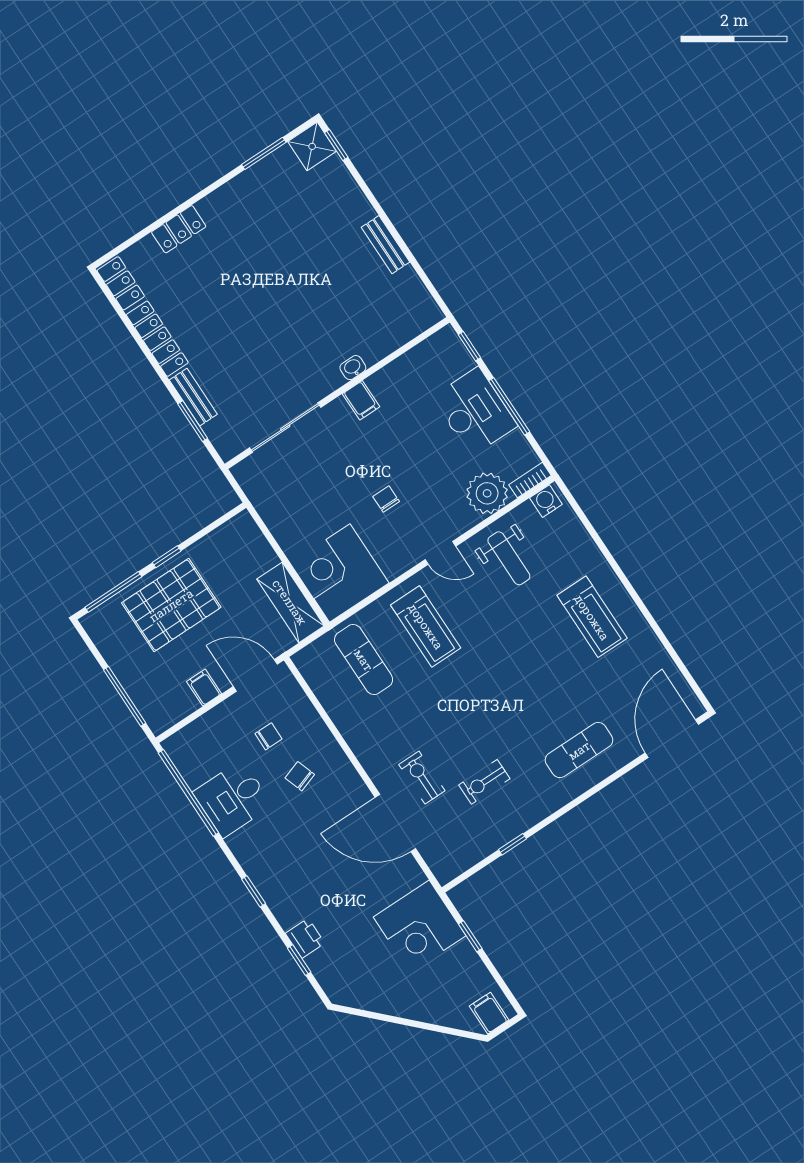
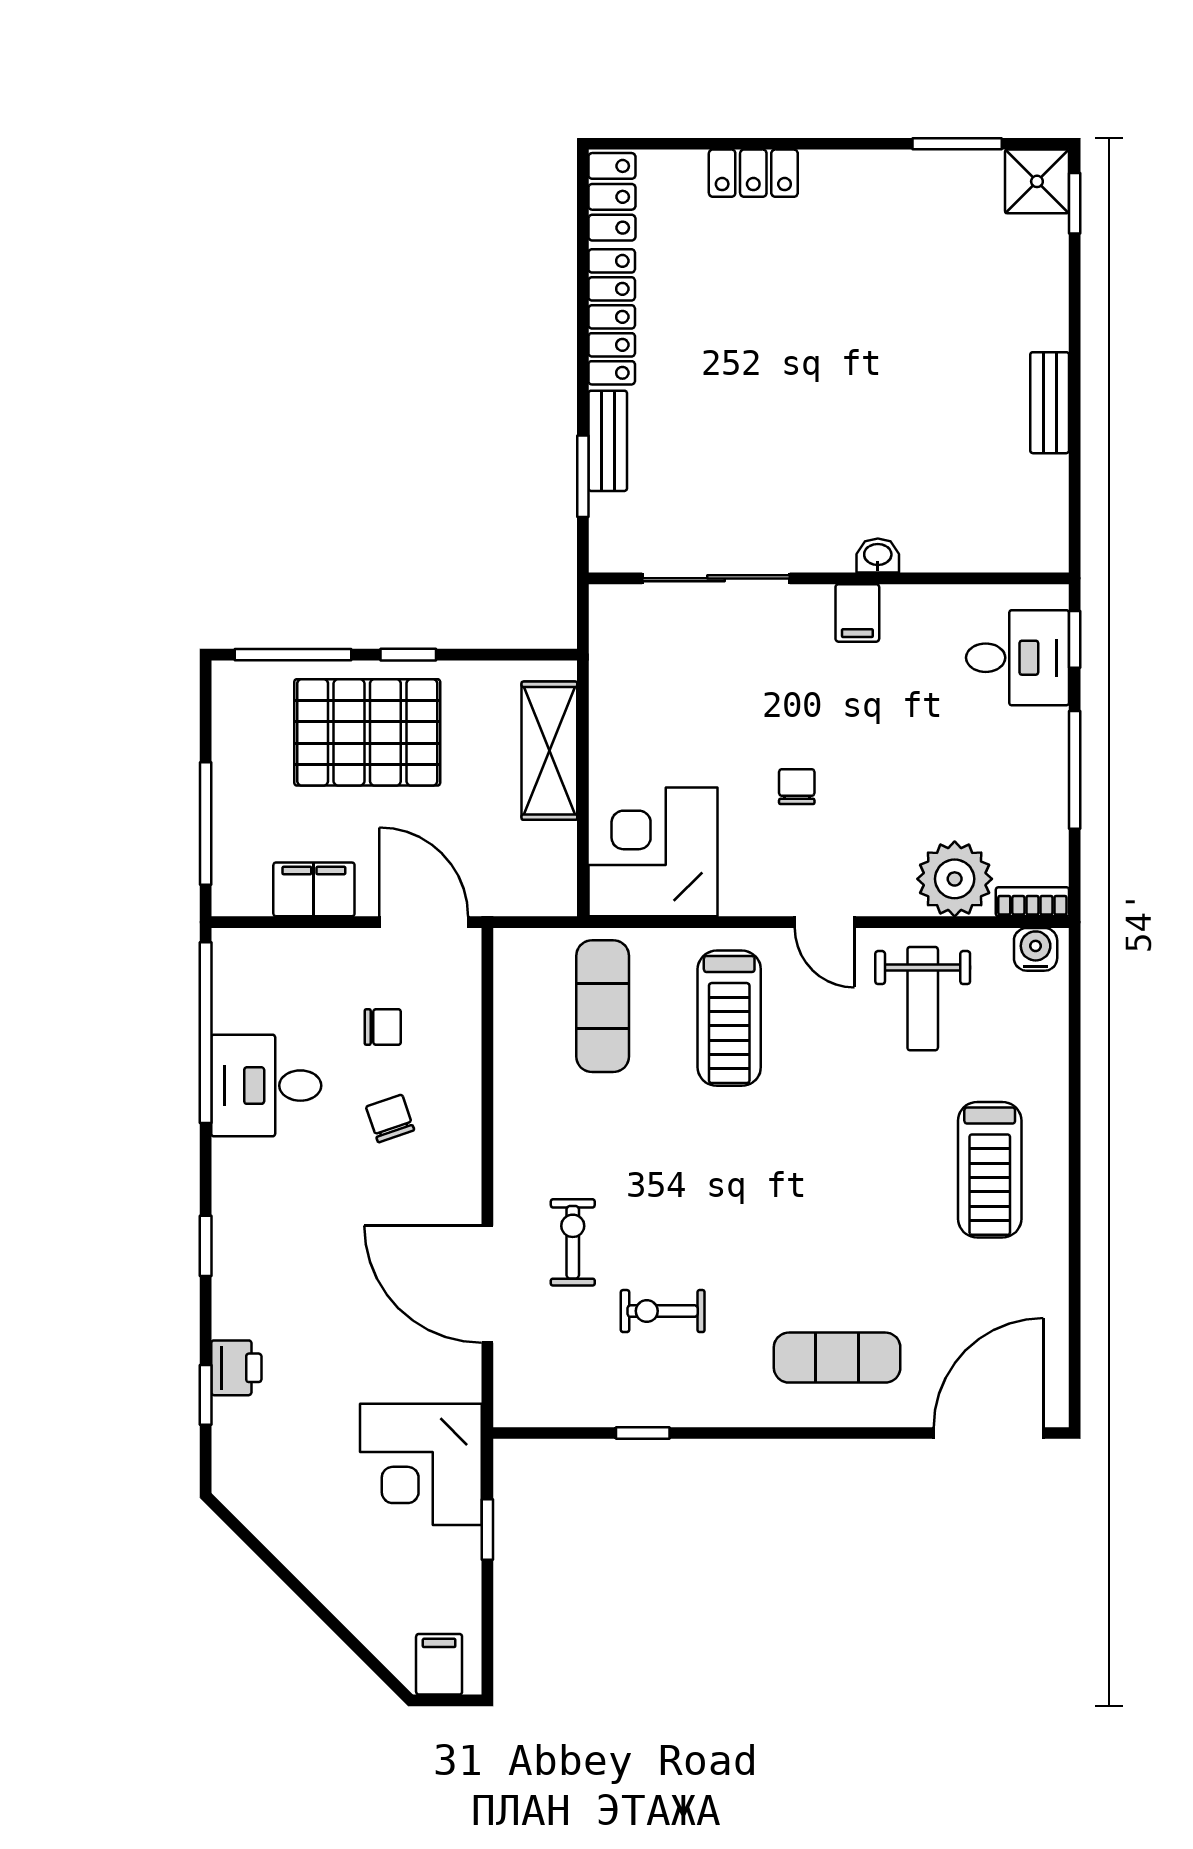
desk: (475, 412) -> (1018, 658), moved, width x0.73
shelving: (290, 602) -> (549, 751), moved
filing cabinet: (204, 688) -> (314, 889), width x2.00

